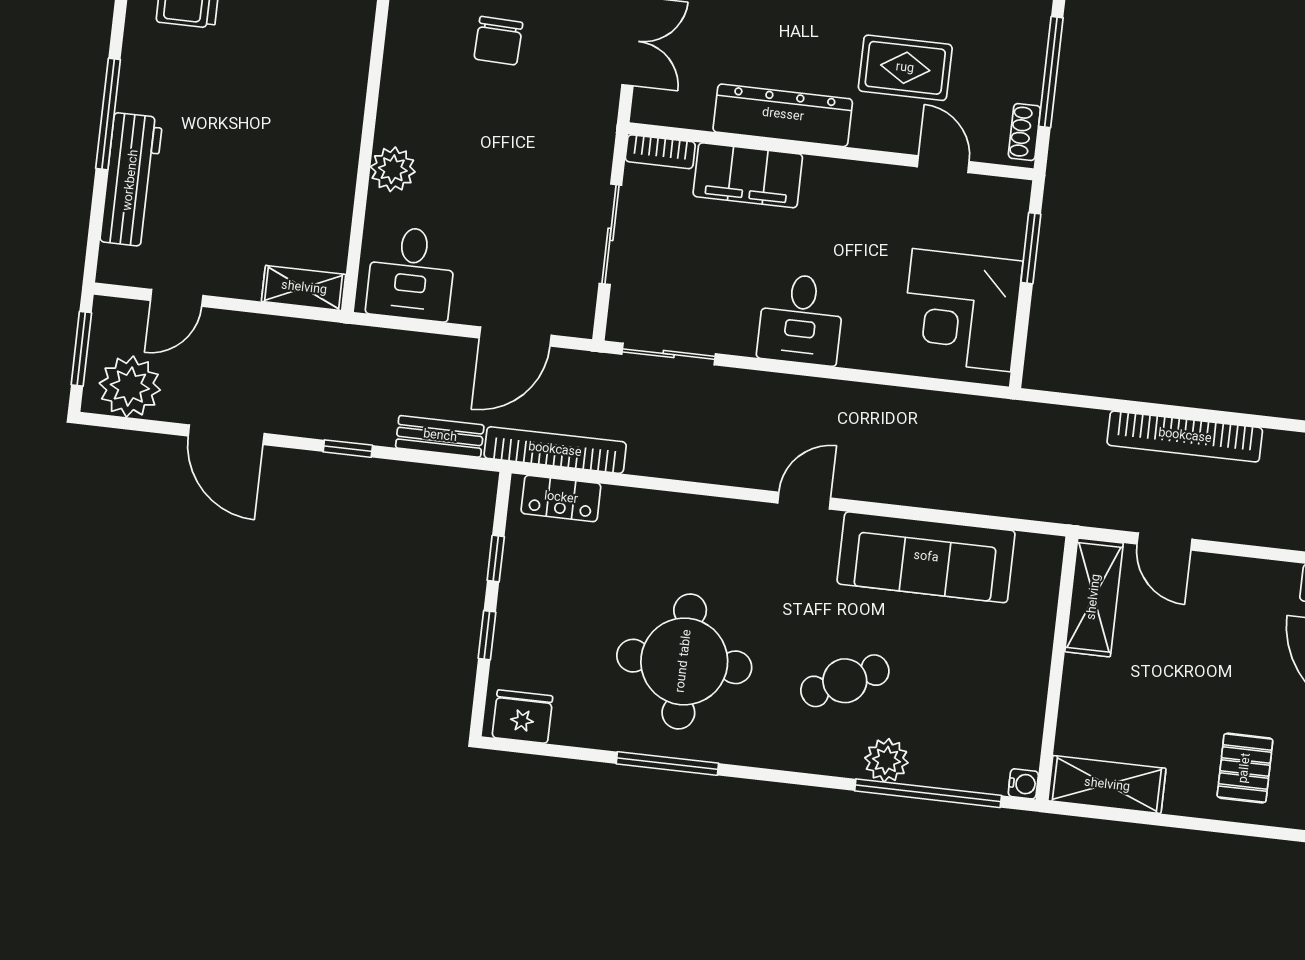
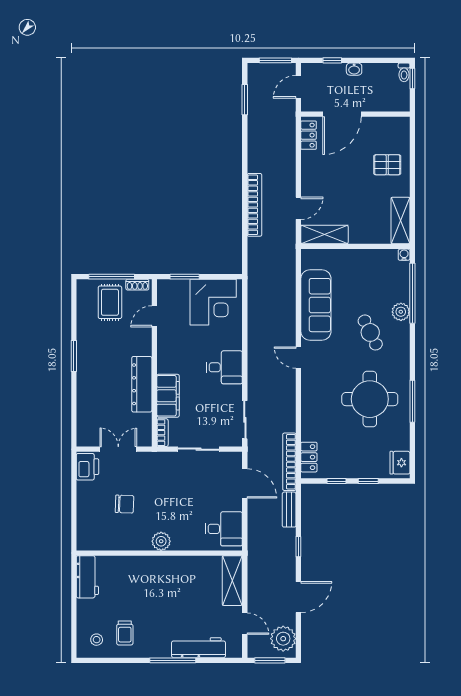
rug: (905, 68) -> (110, 302), moved
plant: (393, 169) -> (161, 541), moved
shelving: (304, 288) -> (232, 581), width x1.50, depth x1.33

